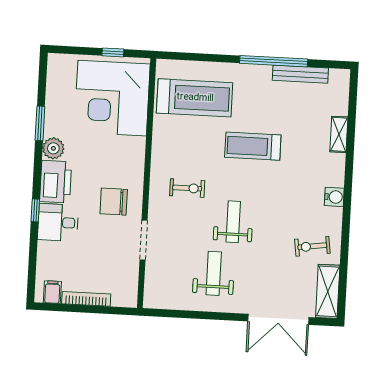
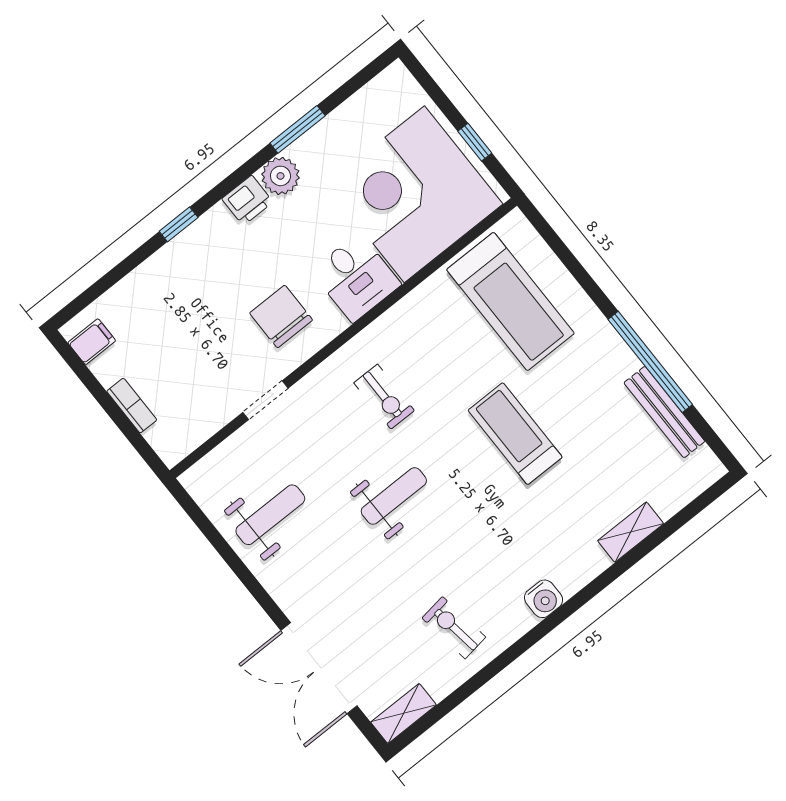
printer: (56, 182) -> (247, 200), width x0.53, depth x0.68
desk: (58, 222) -> (356, 278), moved, turned 180
doorway: (143, 240) -> (266, 400), width x0.73
weight bench: (214, 273) -> (270, 515), moved
shelving: (328, 291) -> (404, 713), width x0.67, depth x0.75
bookcase: (86, 299) -> (132, 406), width x0.64

